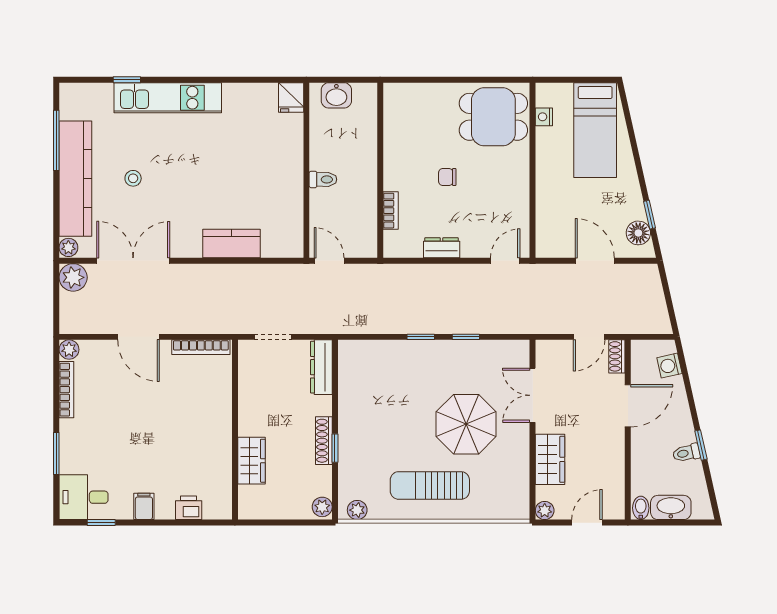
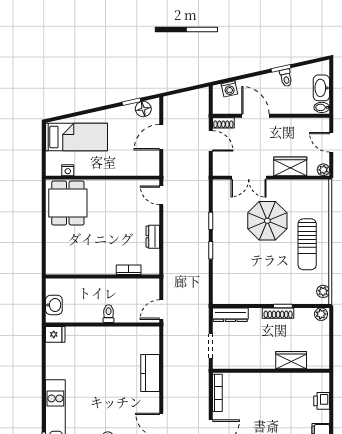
chair: (447, 177) -> (107, 233), removed

